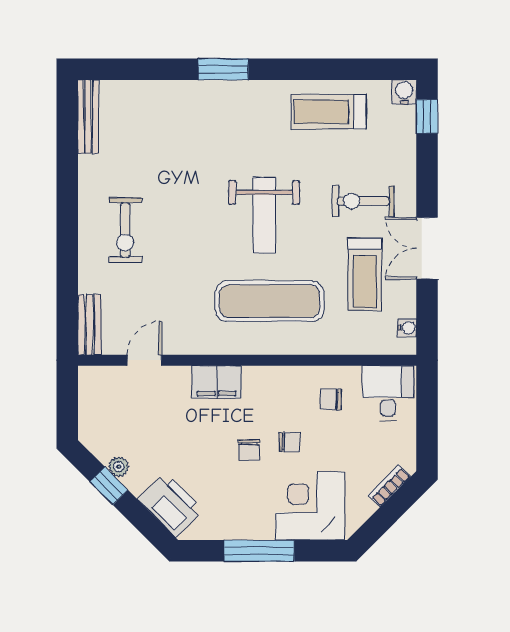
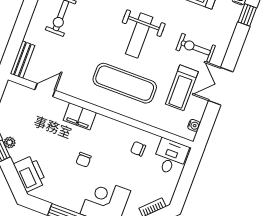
chair: (289, 442) -> (107, 164), removed

